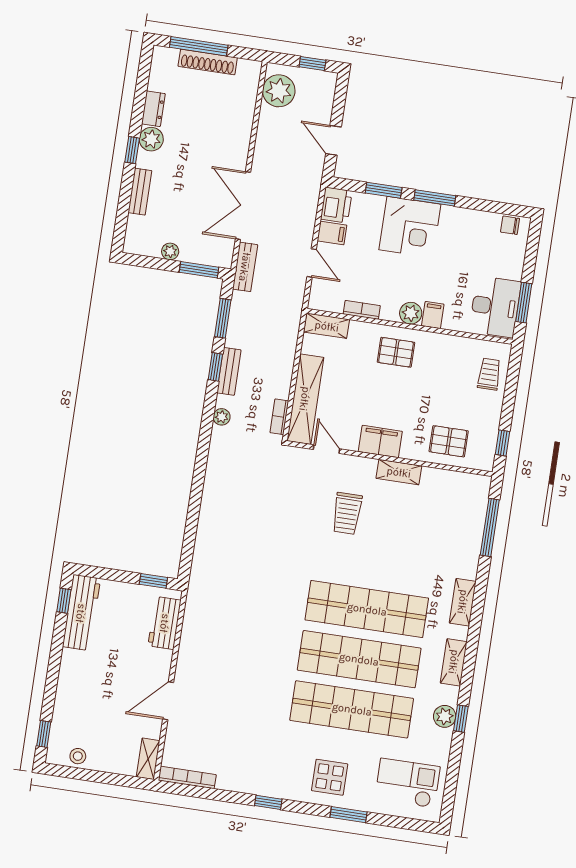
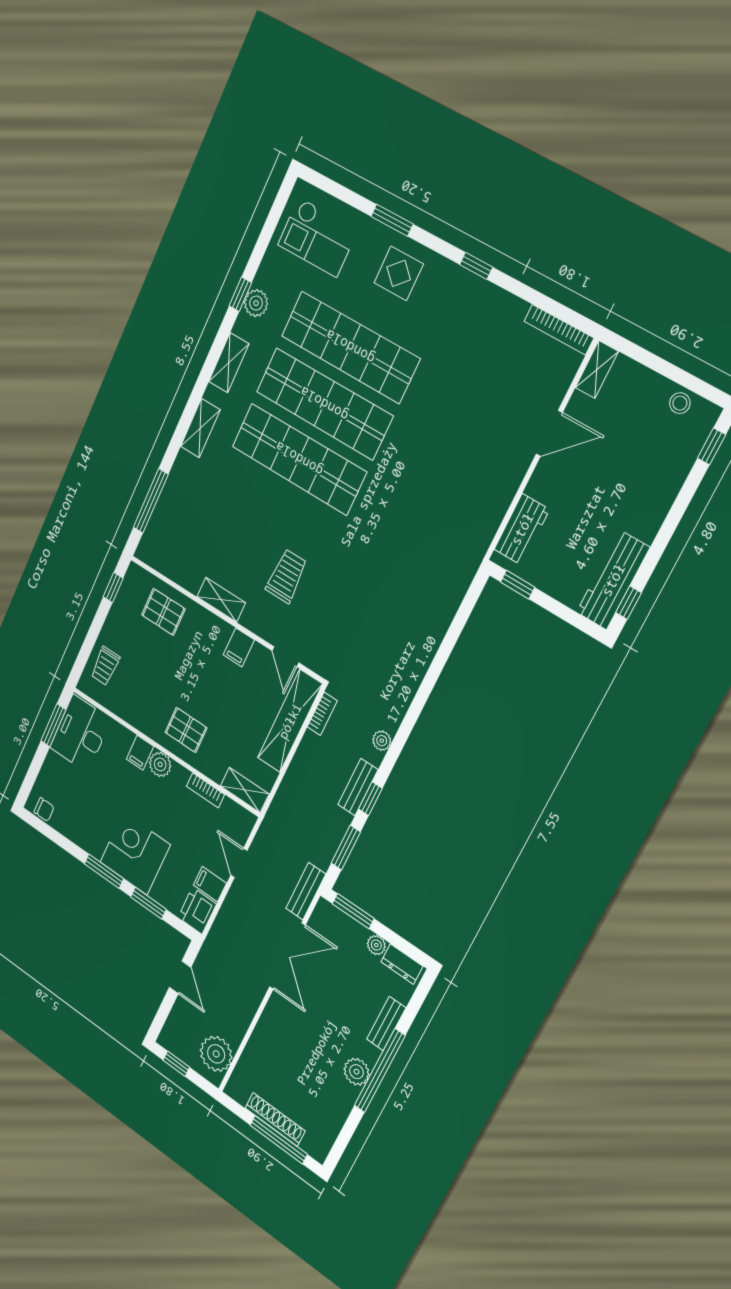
dresser: (153, 109) -> (402, 964), moved, turned -90
window: (132, 150) -> (380, 1071), width x3.17
filing cabinet: (380, 441) -> (239, 647), width x0.50

